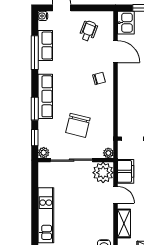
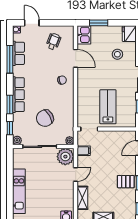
chair: (78, 125) -> (45, 118), turned 46
filing cabinet: (126, 171) -> (84, 151), width x0.50
door: (116, 195) -> (76, 175), hinge flipped

